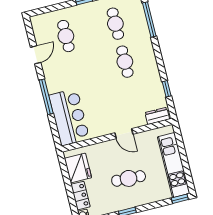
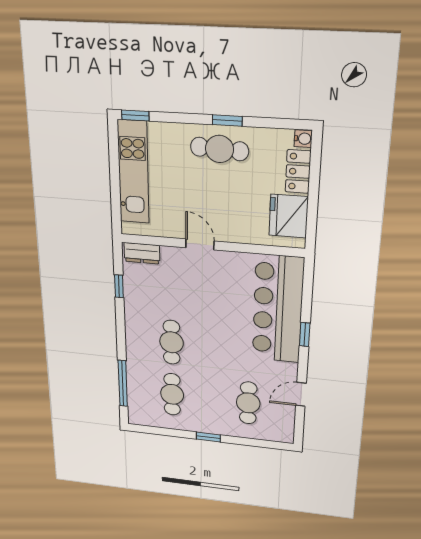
window: (46, 97) -> (305, 335), width x0.46
bar counter: (69, 117) -> (278, 309), width x1.36
cafe table: (129, 178) -> (220, 149), moved

